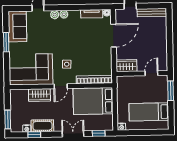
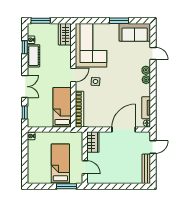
door: (113, 36) -> (124, 129), swing flipped
door: (61, 86) -> (73, 75), swing flipped
wardrobe: (39, 95) -> (65, 34), moved
bed: (93, 101) -> (62, 107), width x0.67
bed: (149, 112) -> (60, 164), moved

